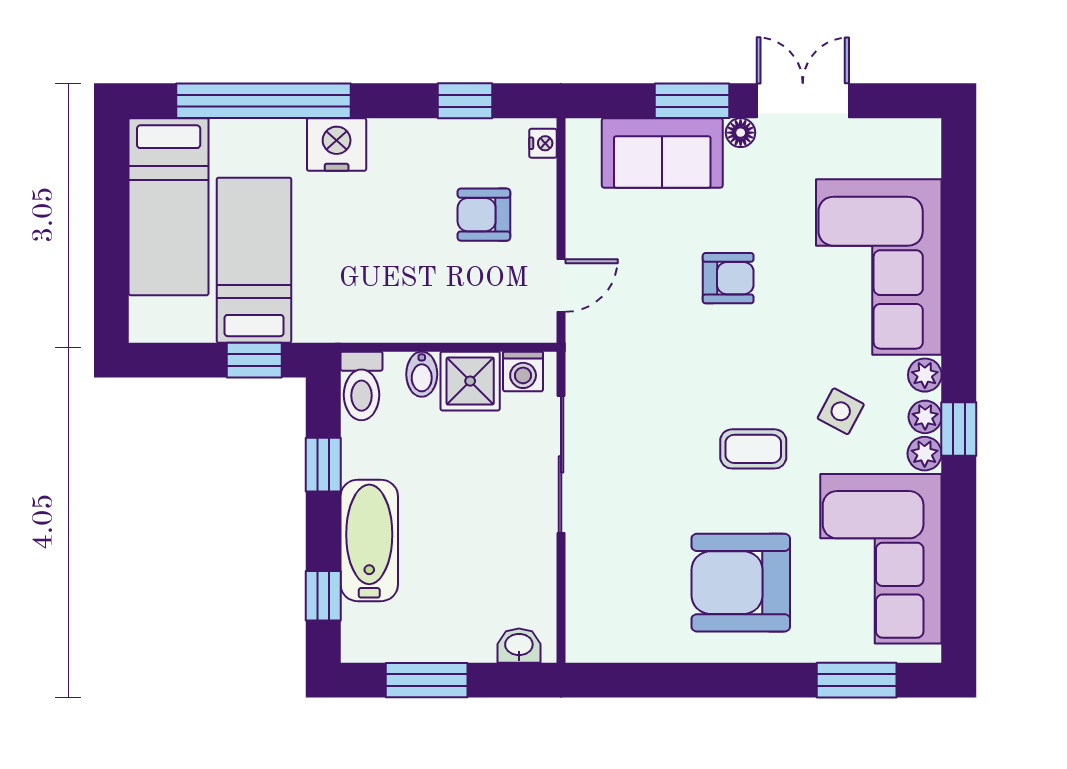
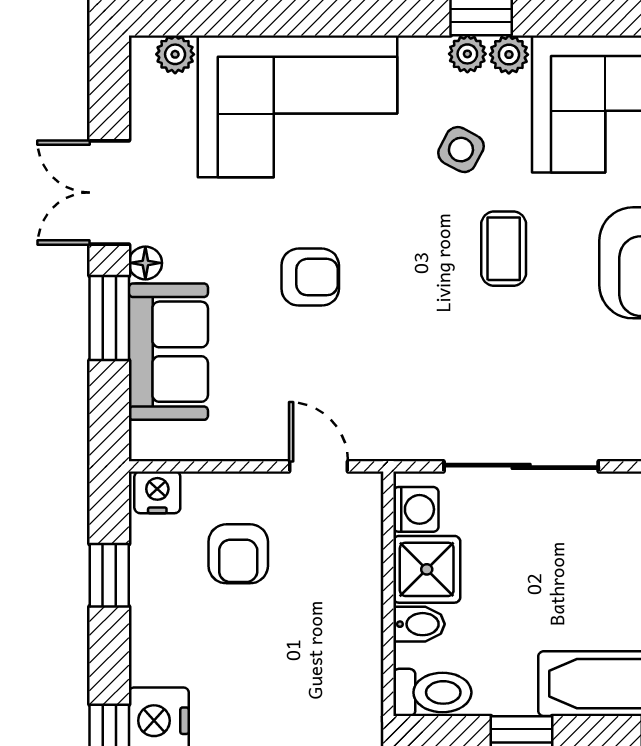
nightstand: (543, 143) -> (157, 492), width x1.39, depth x1.35
armchair: (728, 278) -> (310, 277), turned 90
plant: (925, 375) -> (175, 54), moved

